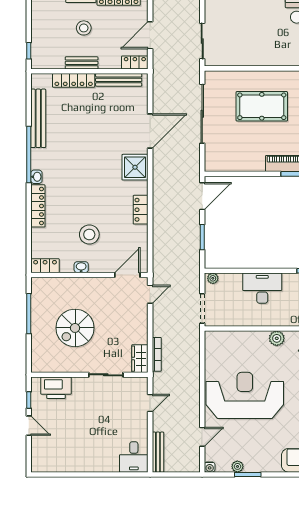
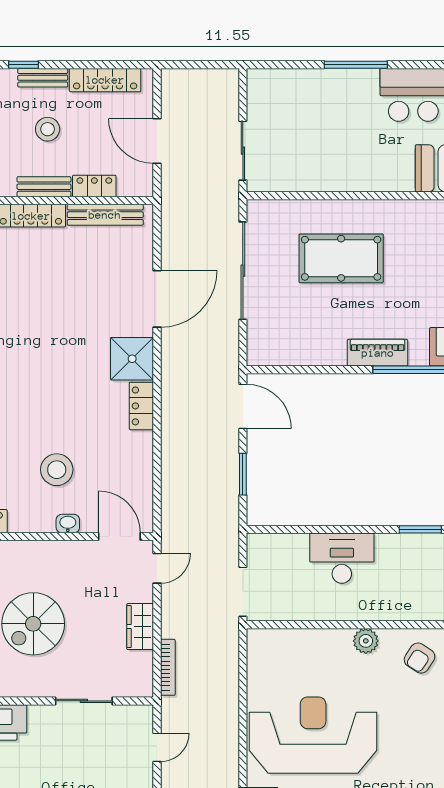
door: (150, 35) -> (157, 141), hinge flipped
locker: (135, 62) -> (94, 186), moved
door: (202, 196) -> (243, 406), hinge flipped
locker: (141, 210) -> (141, 406), moved
washbasin: (81, 267) -> (68, 524), moved
door: (127, 275) -> (119, 537), hinge flipped
plant: (213, 278) -> (260, 542), removed
wardrobe: (140, 359) -> (140, 627), moved

